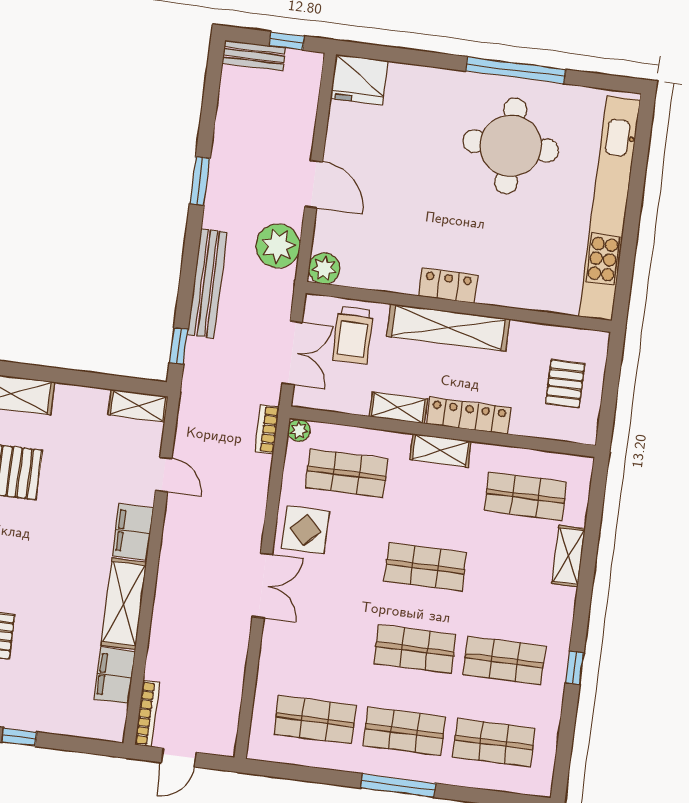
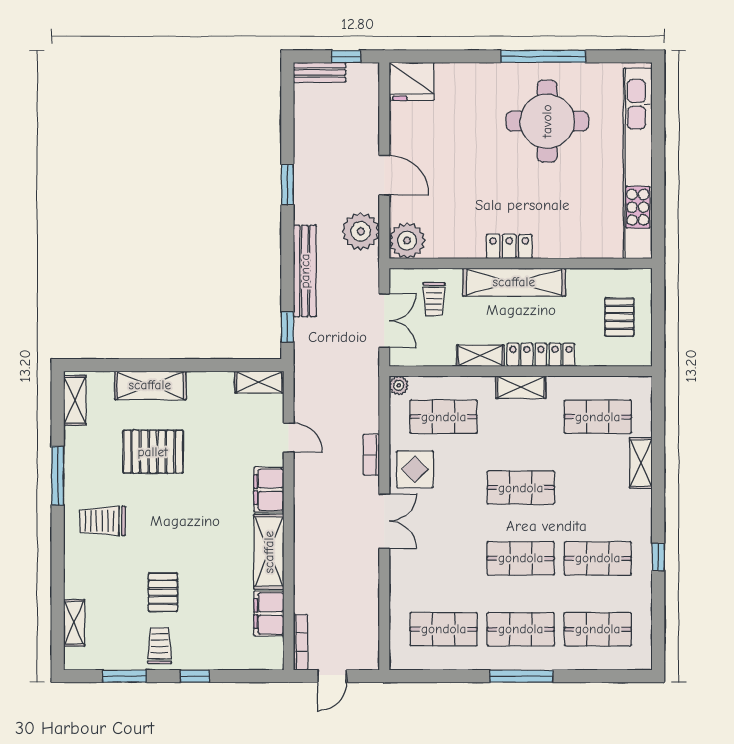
plant: (324, 268) -> (407, 241), width x1.36, depth x1.36
trolley: (353, 335) -> (434, 299), width x0.73, depth x0.72
bookcase: (267, 429) -> (371, 455), moved

